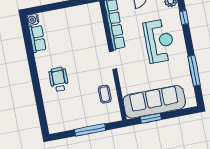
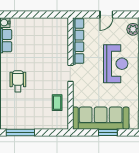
window: (151, 118) -> (108, 132), moved
window: (90, 130) -> (20, 132), moved

